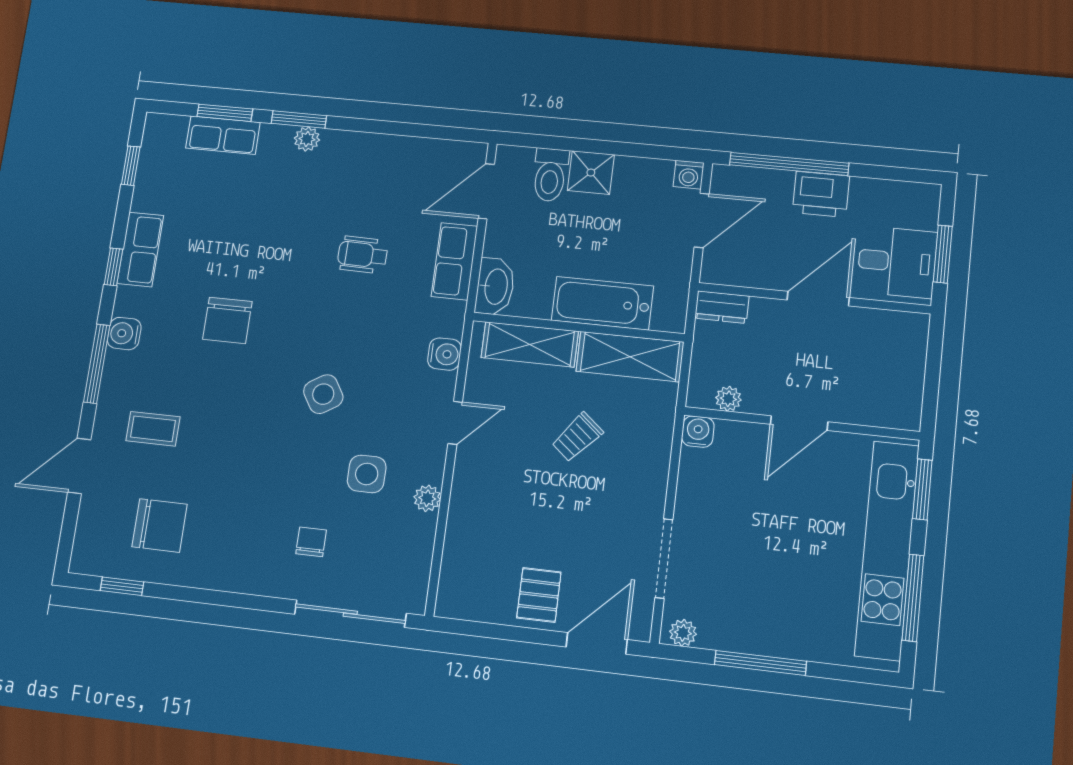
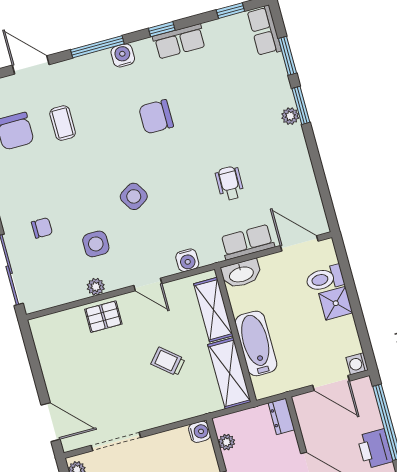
row of seats: (223, 135) -> (264, 31), moved
coffee table: (153, 429) -> (63, 123), moved
pallet: (539, 595) -> (103, 317), moved

